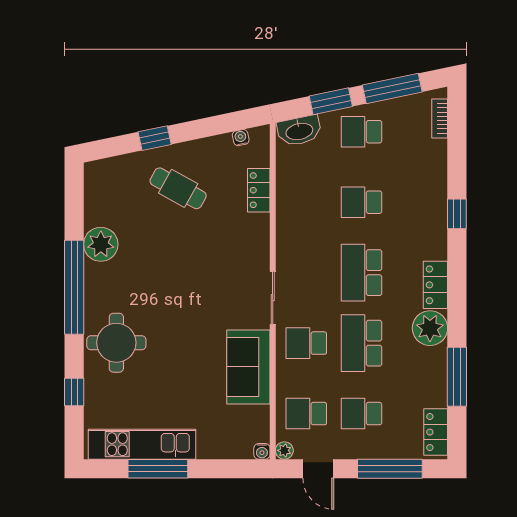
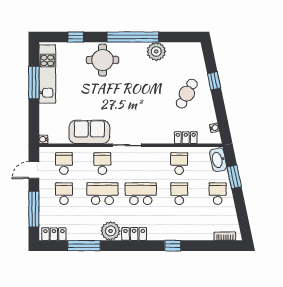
window: (392, 89) -> (241, 210), removed
school desk: (306, 202) -> (179, 164), added
plant: (284, 450) -> (44, 152), removed

